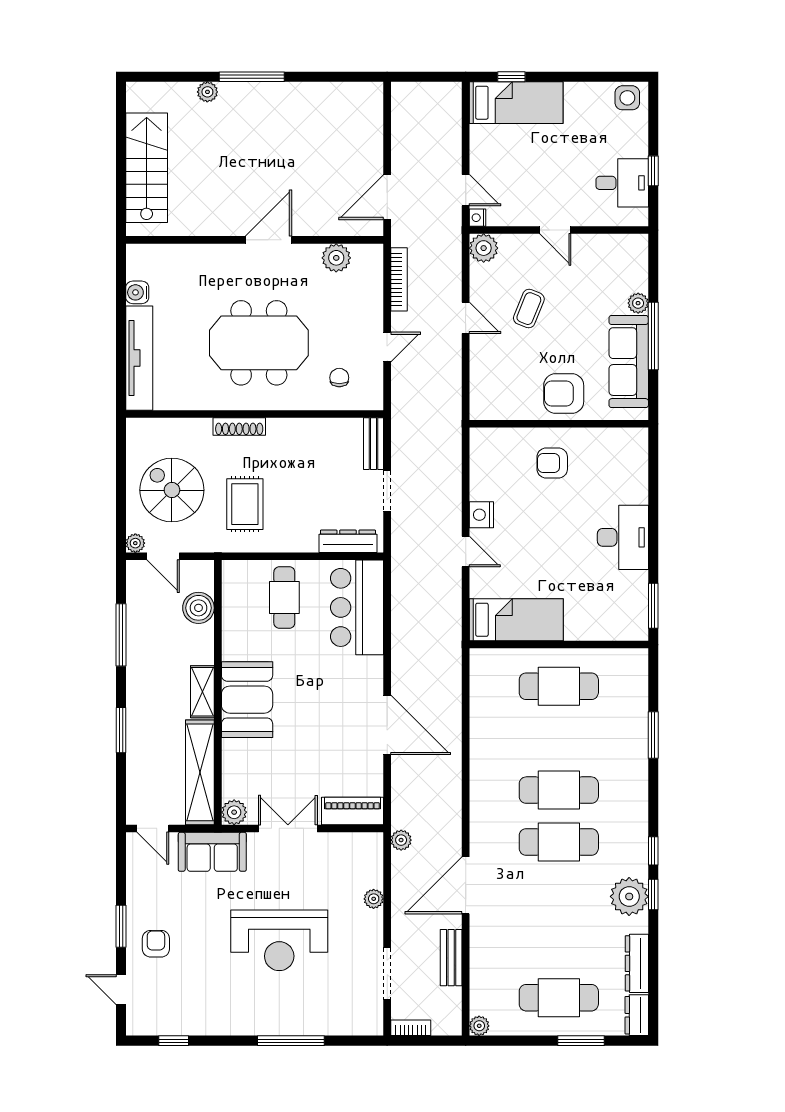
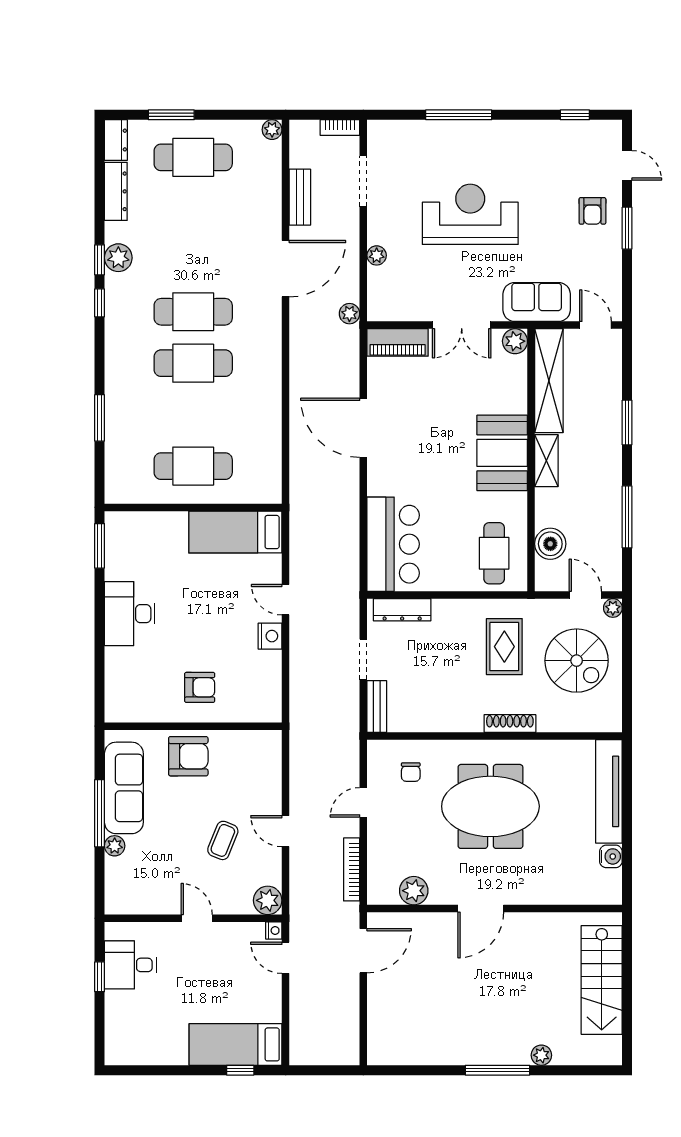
side table: (627, 98) -> (125, 1049), removed
cafe table: (284, 598) -> (494, 553), moved
plant: (629, 896) -> (118, 258), width x0.73, depth x0.73

